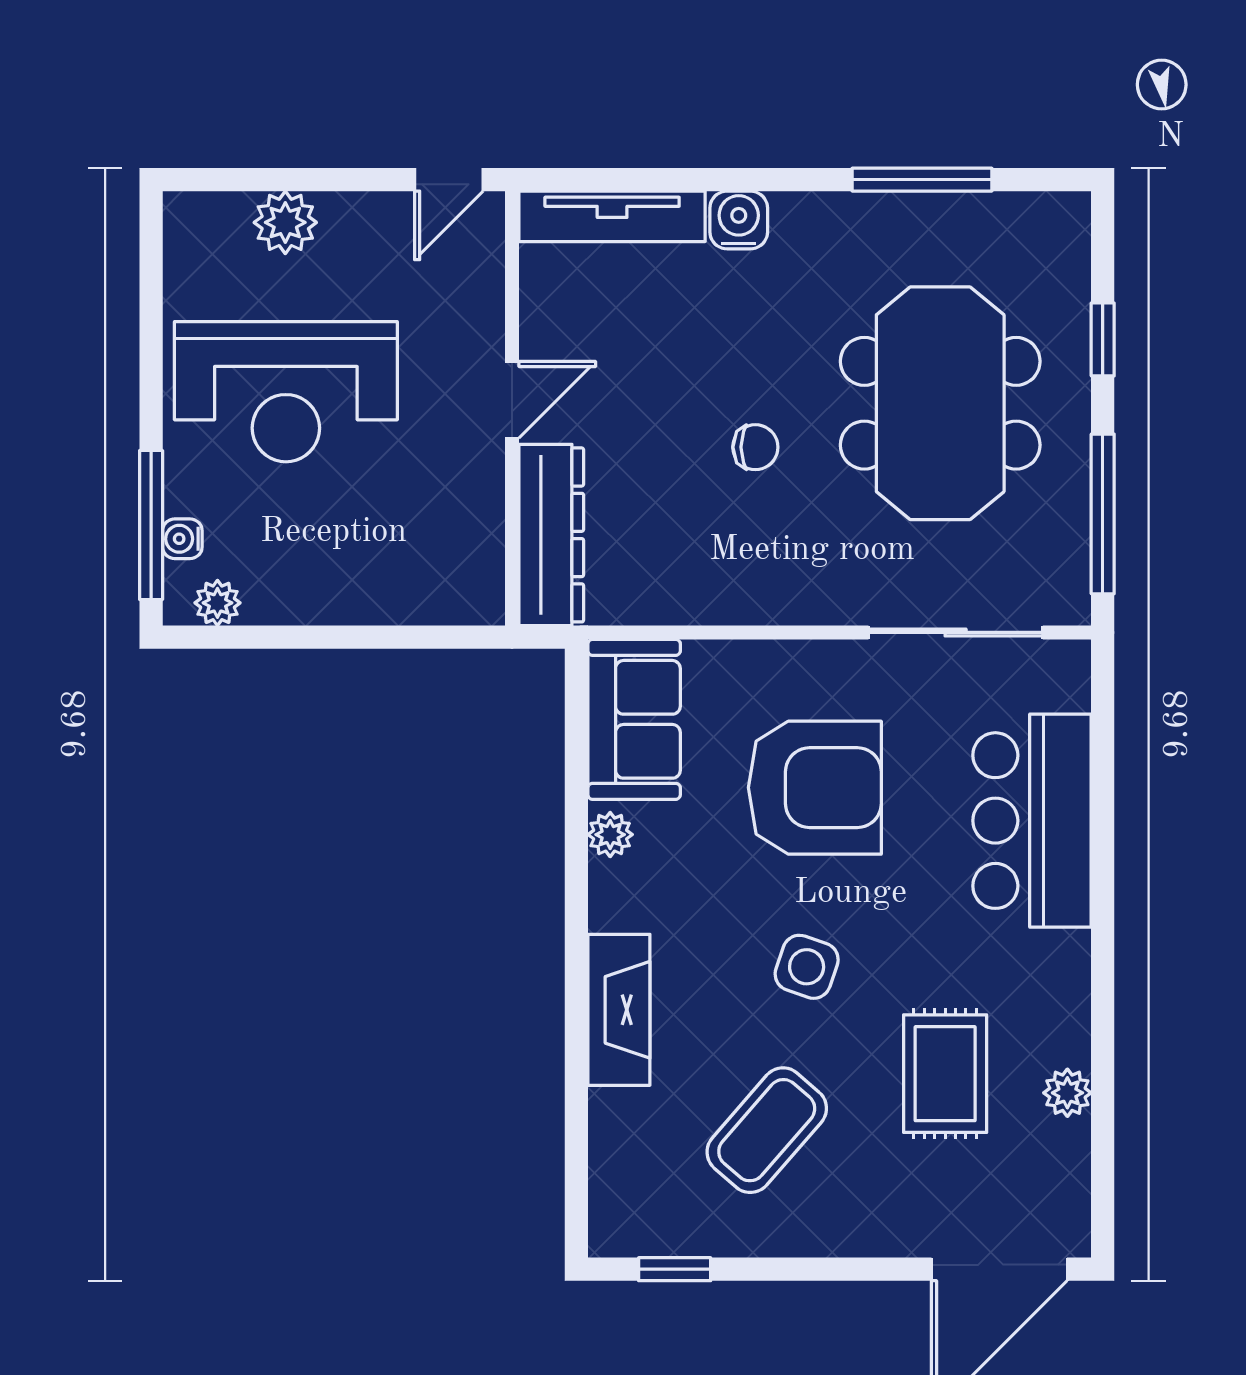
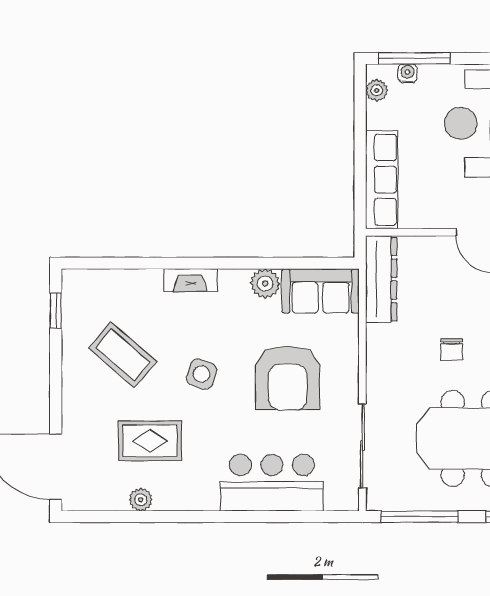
dresser: (551, 535) -> (381, 279), moved, turned -90
row of seats: (403, 593) -> (382, 180), added
plant: (610, 835) -> (265, 283), width x1.38, depth x1.38
fireplace: (619, 1010) -> (190, 280), width x0.73, depth x0.76

